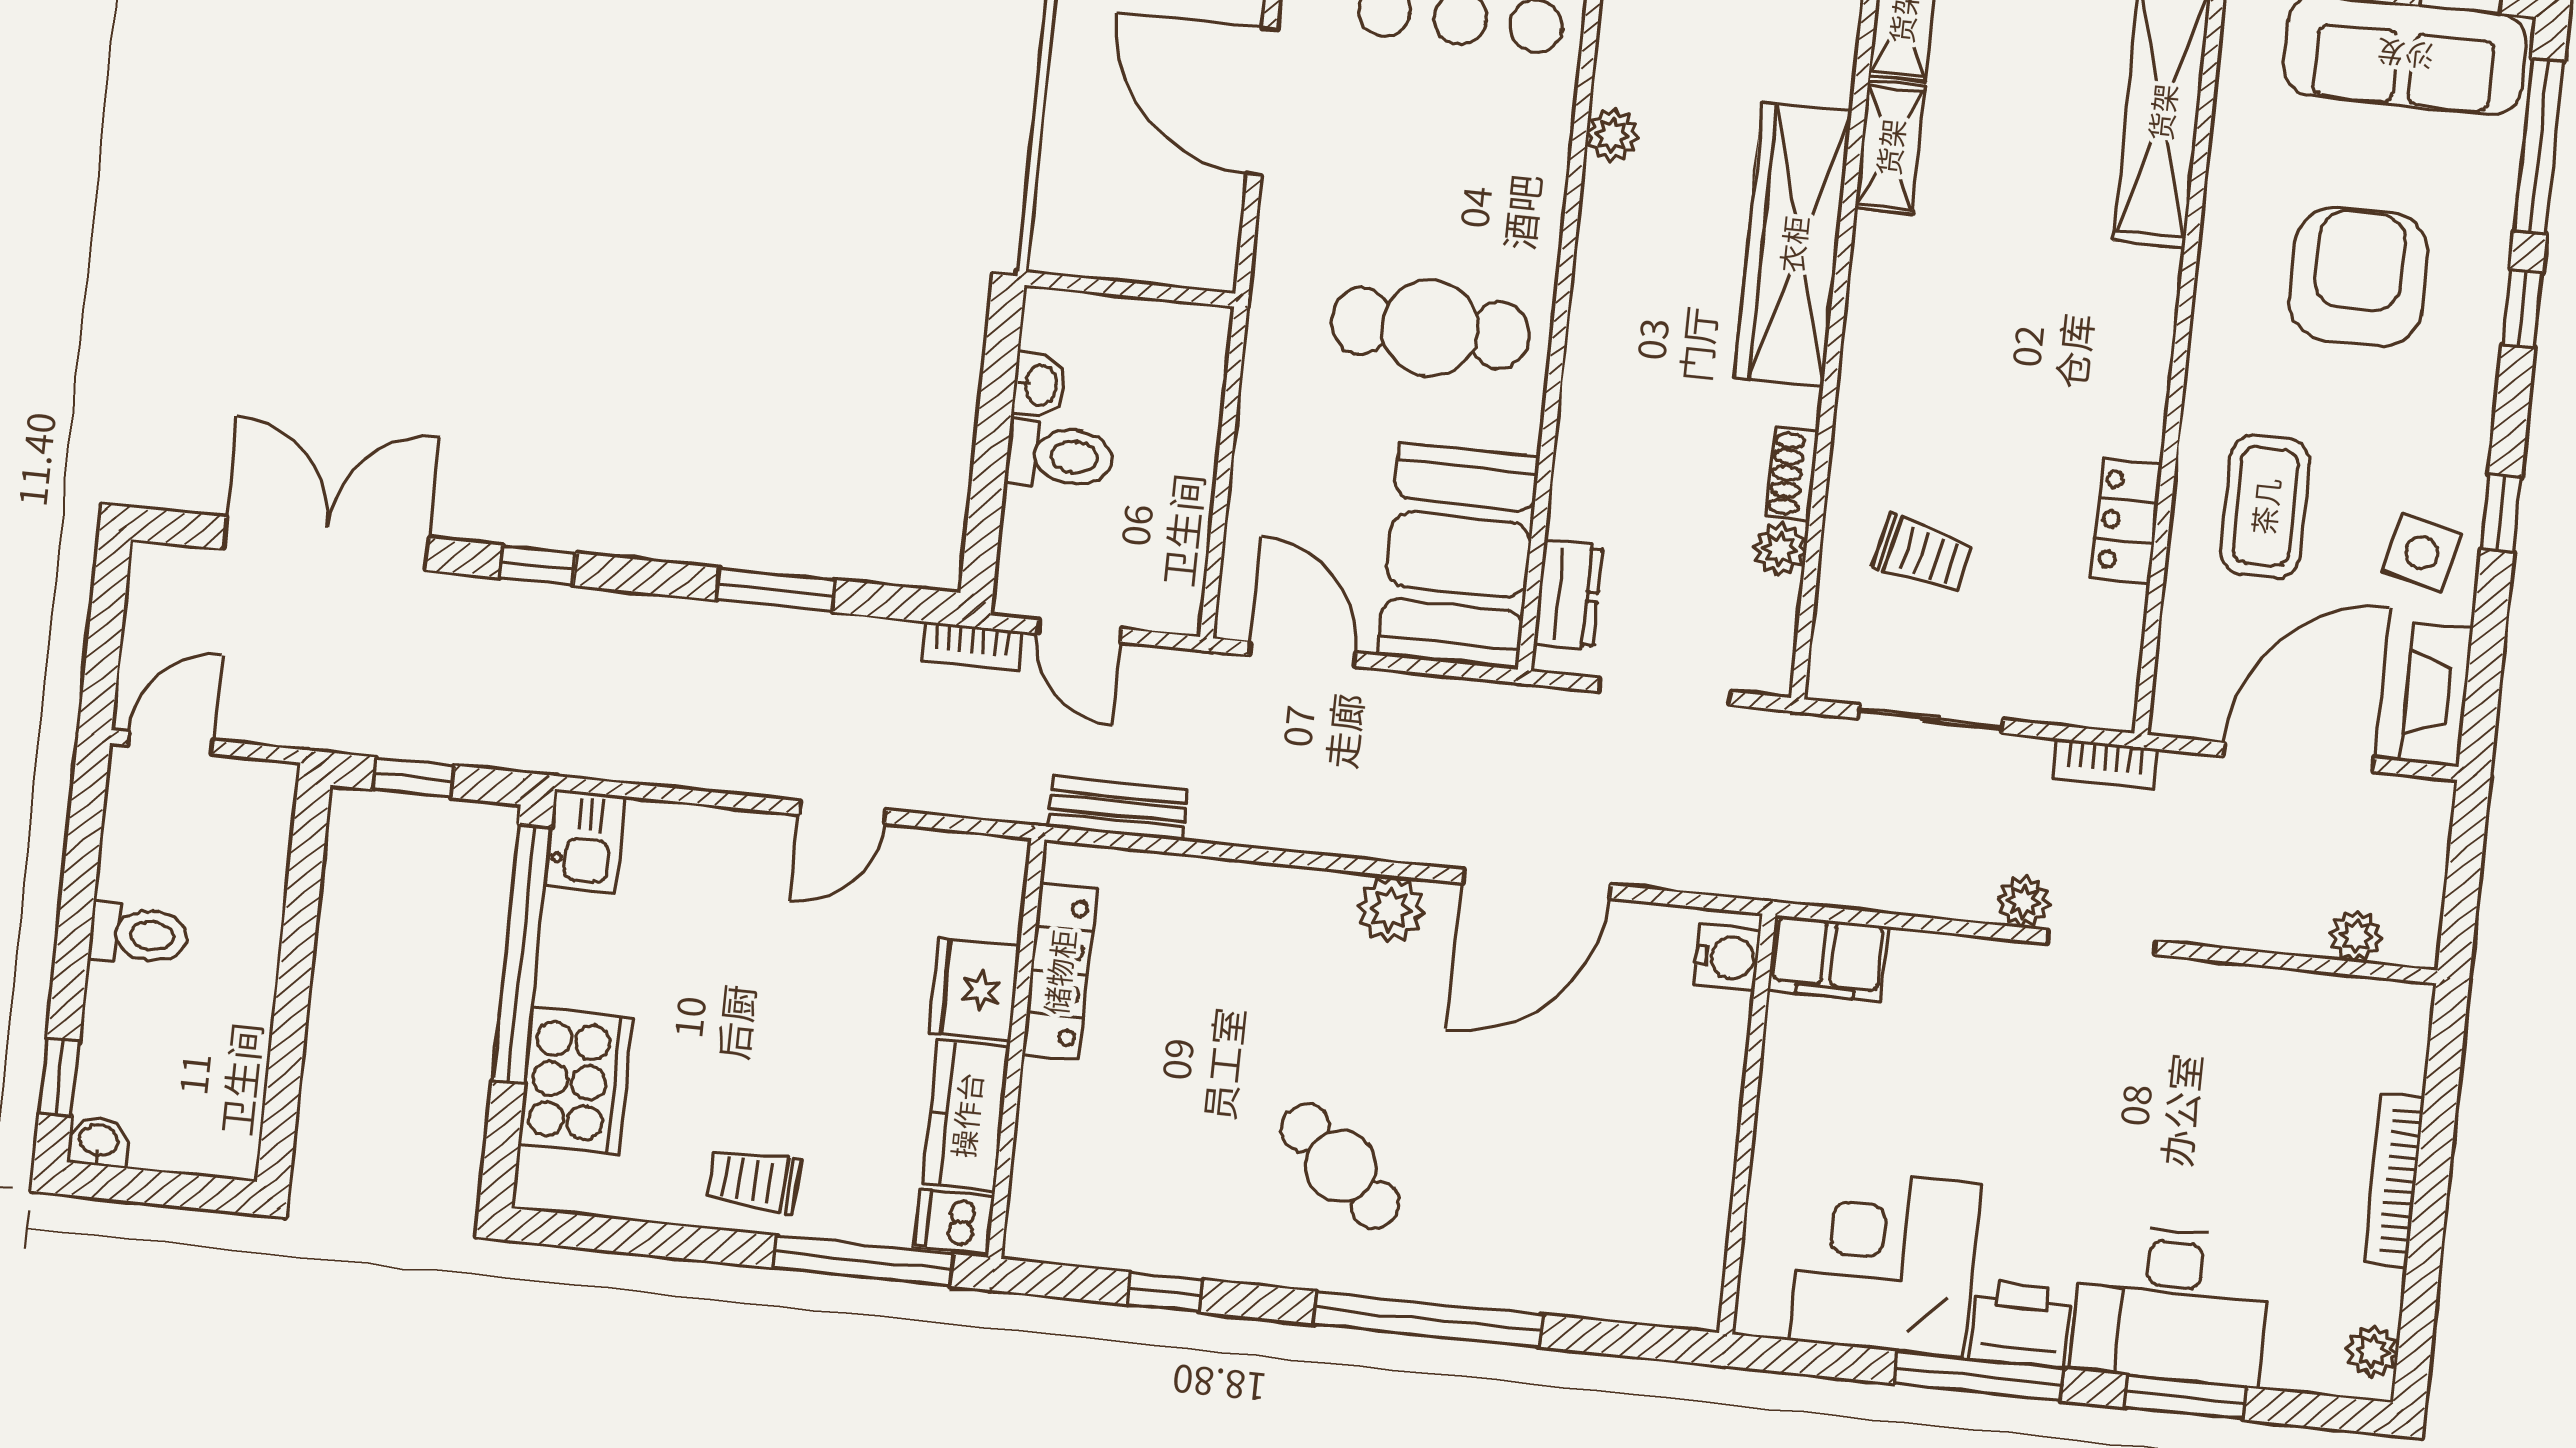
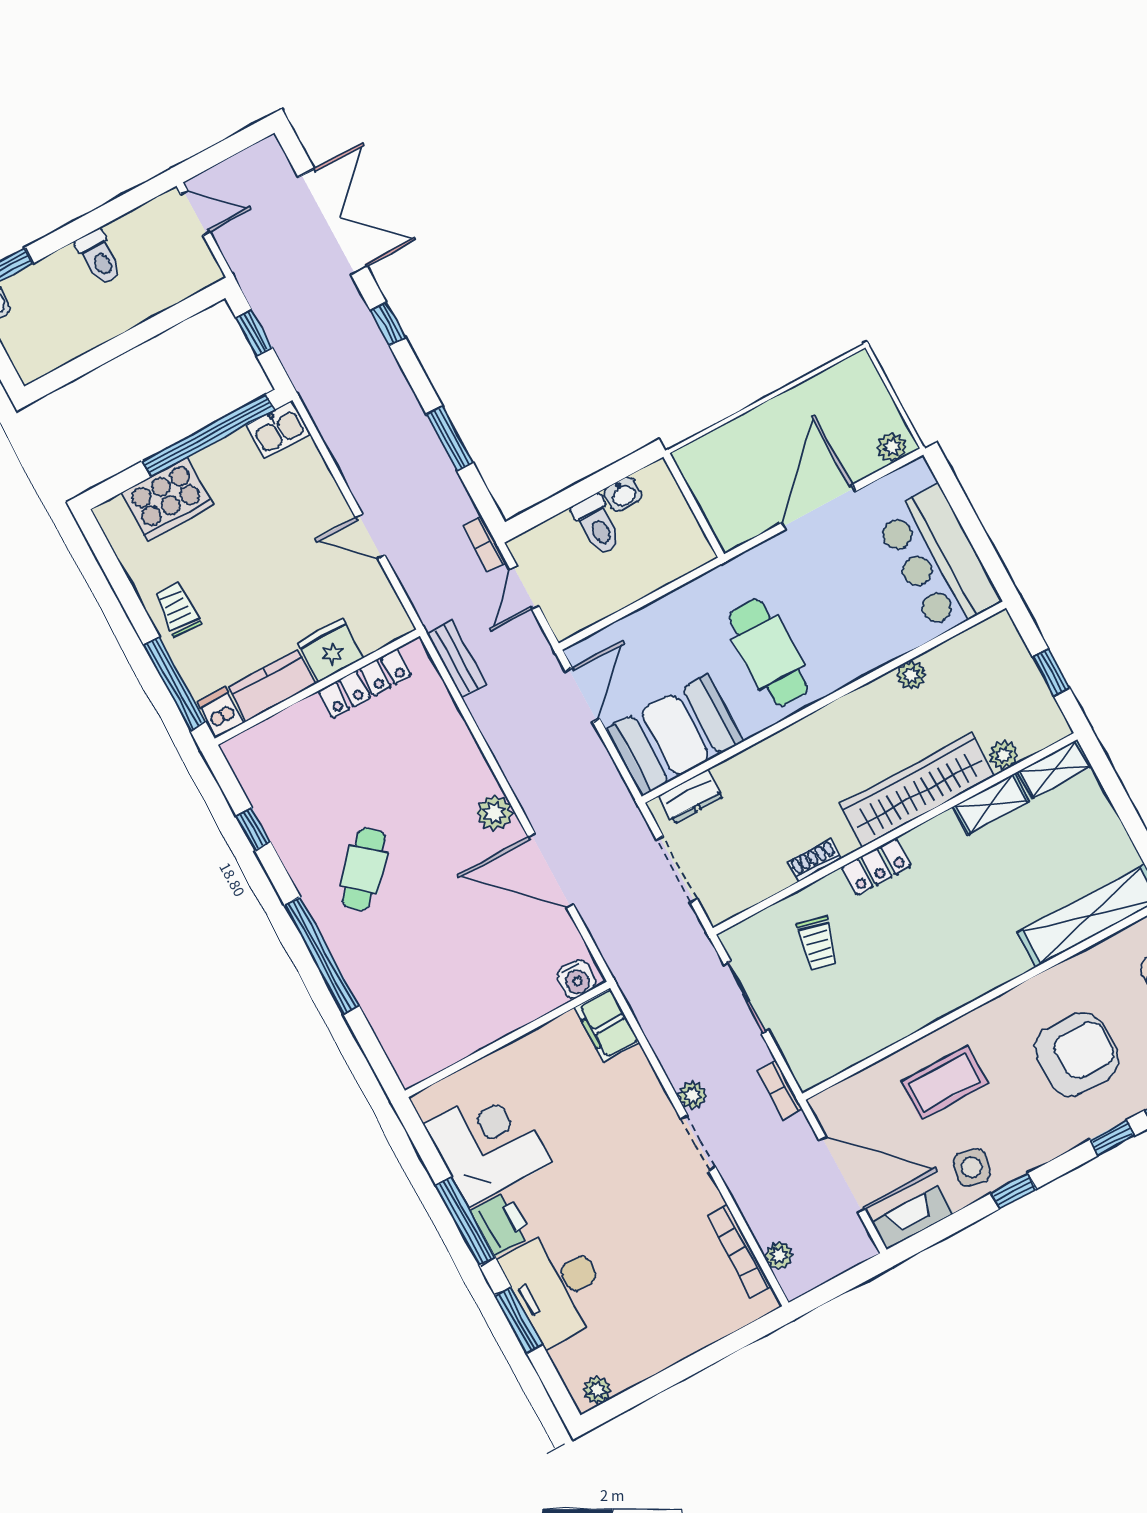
locker: (2126, 521) -> (876, 867), moved, turned 180
plant: (1780, 549) -> (1004, 755), moved
bookcase: (2394, 1180) -> (739, 1252), moved, turned -90

